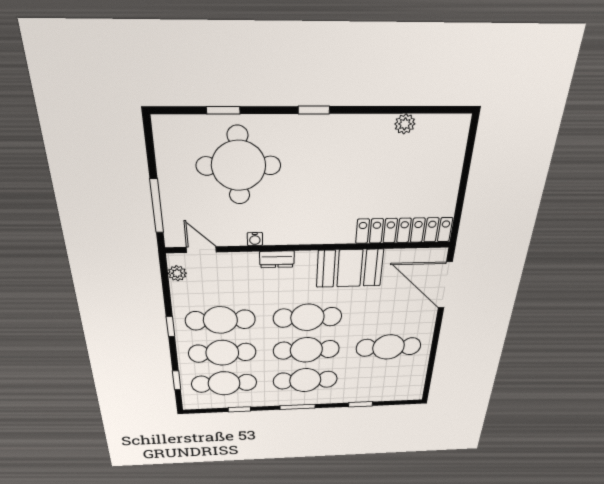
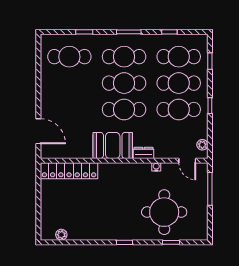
plant: (405, 124) -> (61, 235), moved
booth: (350, 268) -> (113, 145), moved
door: (445, 285) -> (38, 131), width x0.73
cafe table: (388, 347) -> (69, 57), moved

